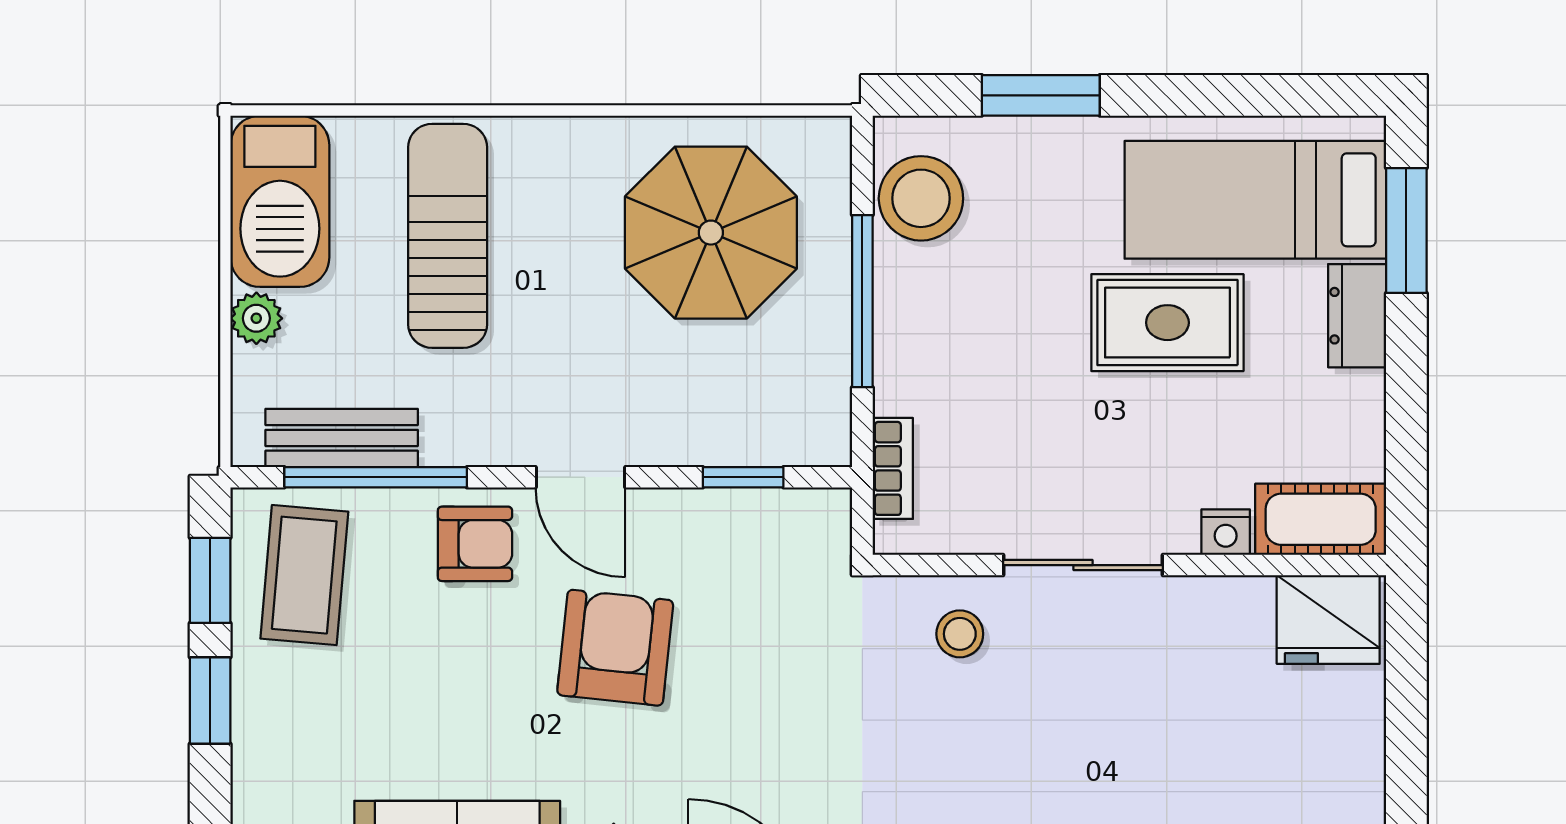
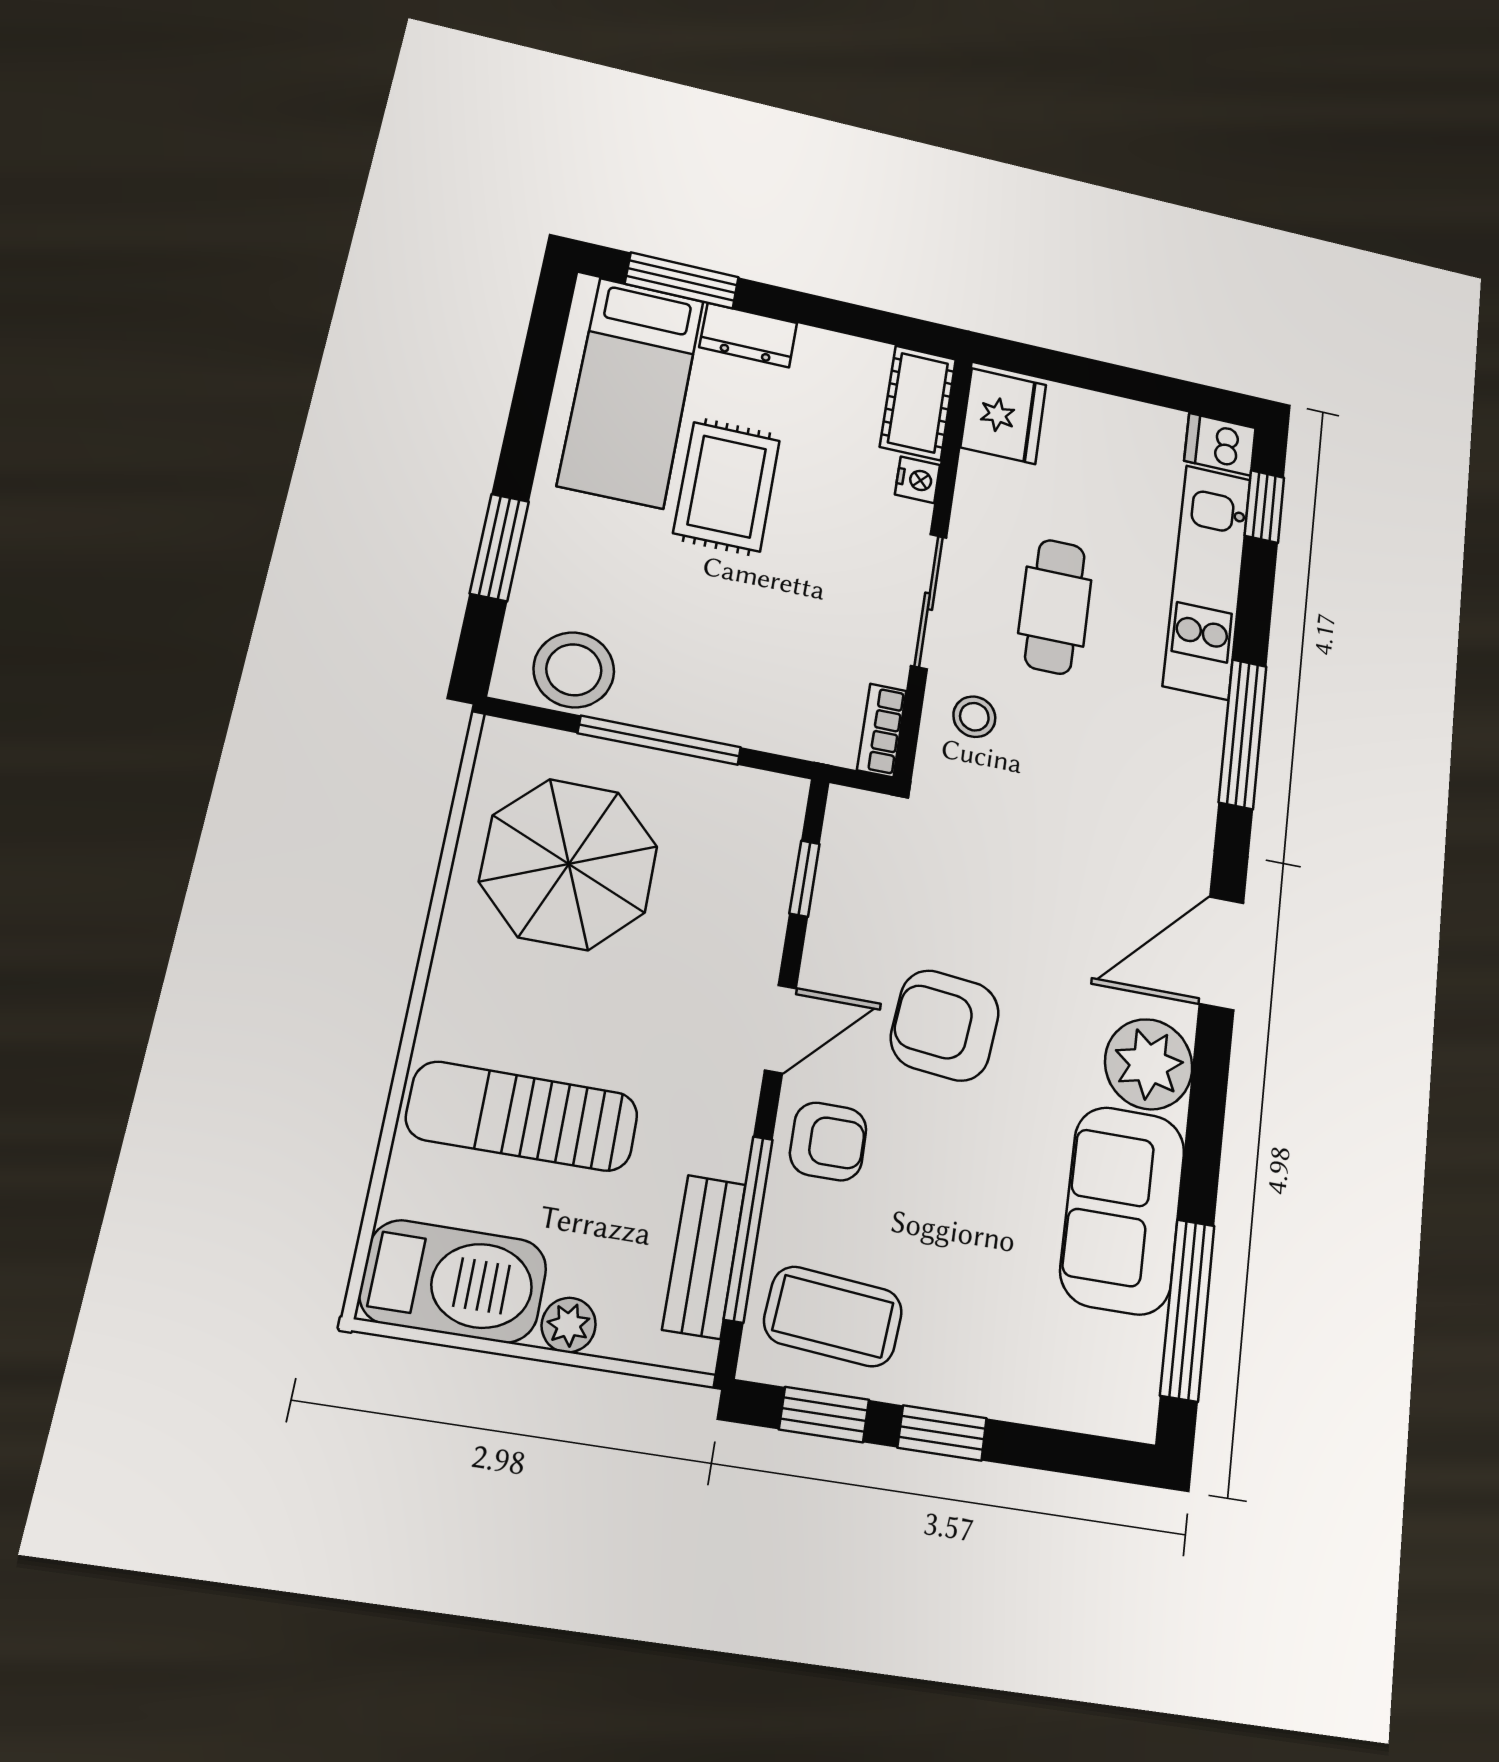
bookcase: (893, 468) -> (882, 730), moved, turned -90
armchair: (475, 544) -> (828, 1141), turned 90
cafe table: (1109, 708) -> (1055, 607), added

